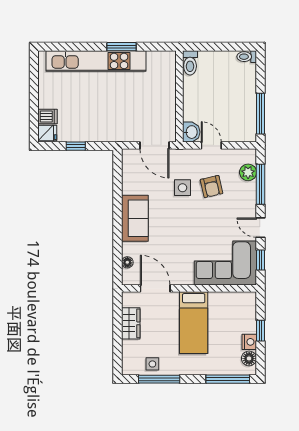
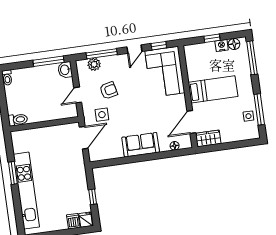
washbasin: (191, 132) -> (65, 70), moved, turned -90
side table: (182, 188) -> (102, 115), moved
wardrobe: (131, 323) -> (208, 138), moved

